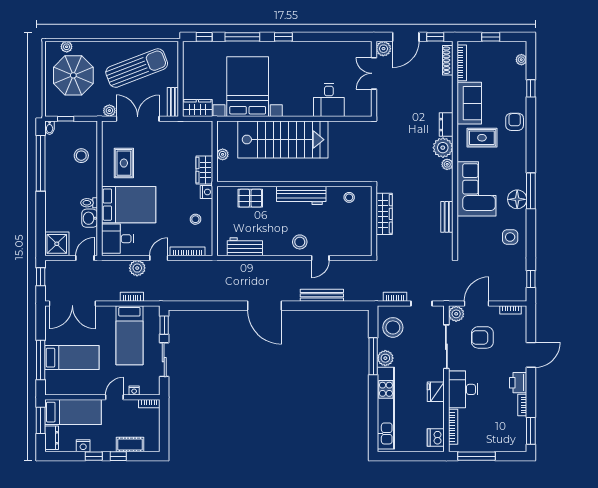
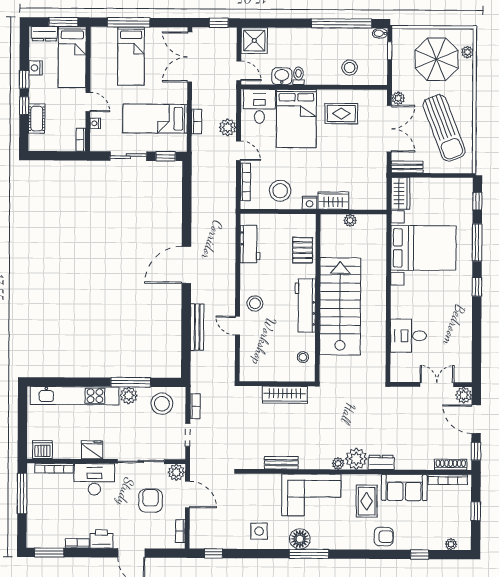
stairs: (283, 140) -> (340, 306), moved, turned 180
stool: (195, 219) -> (280, 191), width x1.89, depth x1.89

